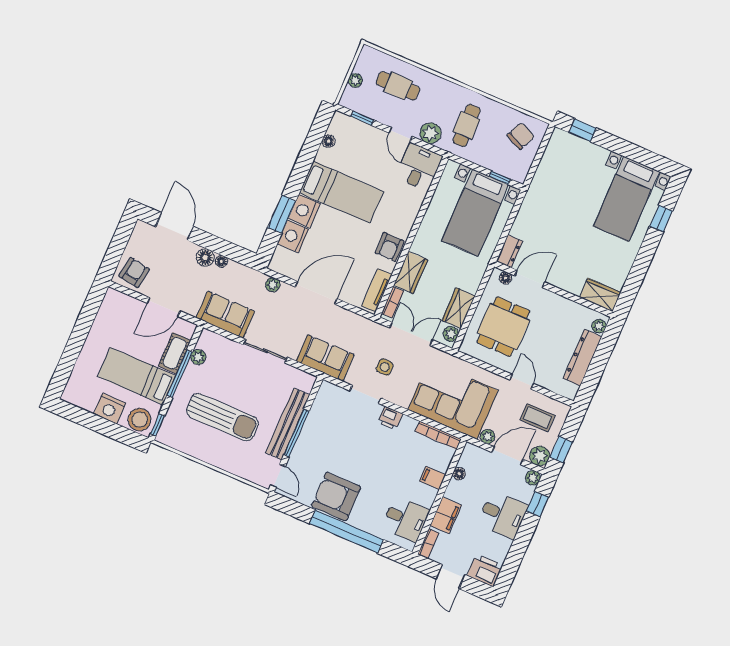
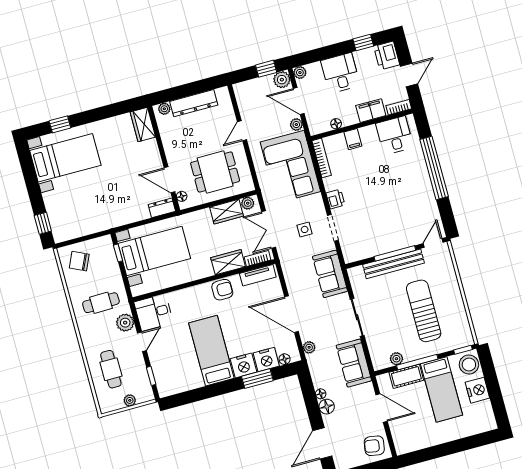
floor lamp: (328, 141) -> (285, 359), moved
coffee table: (538, 418) -> (257, 101), removed
armchair: (336, 497) -> (416, 193), removed
window: (538, 504) -> (363, 43), moved

